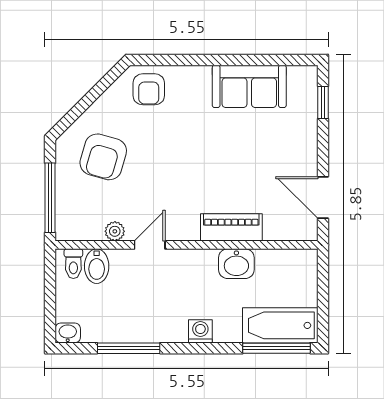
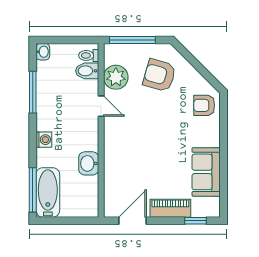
piano: (231, 227) -> (170, 208), moved, turned -90
plant: (115, 231) -> (116, 77), width x1.87, depth x1.87

